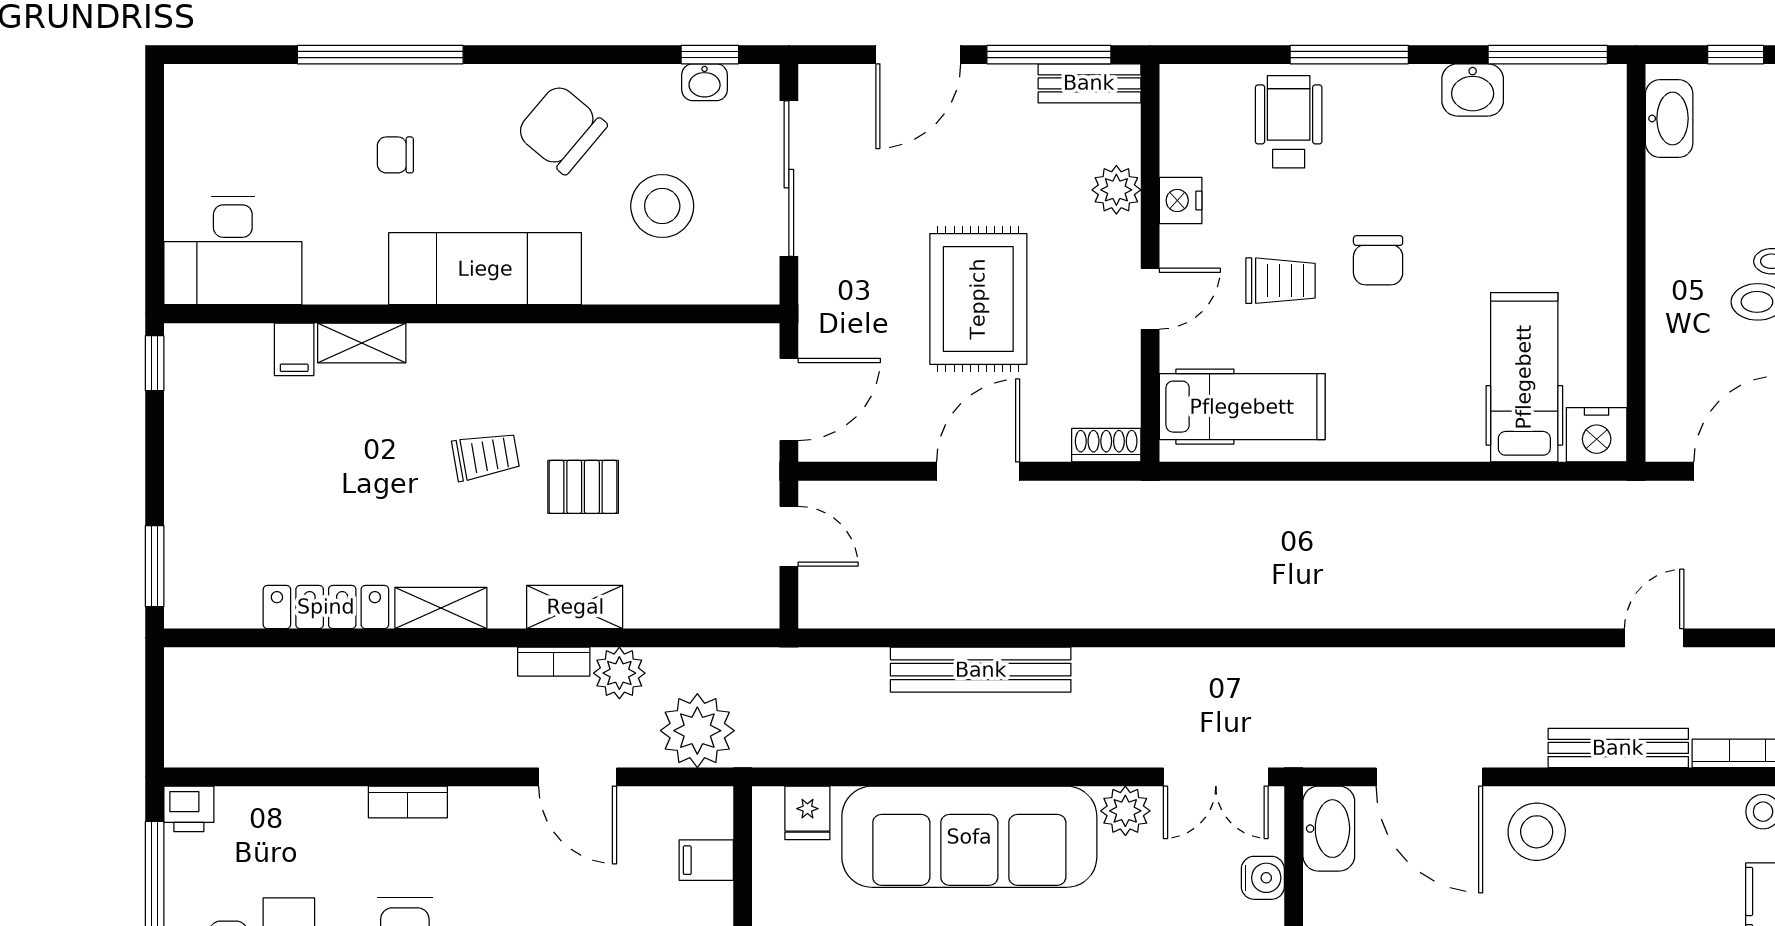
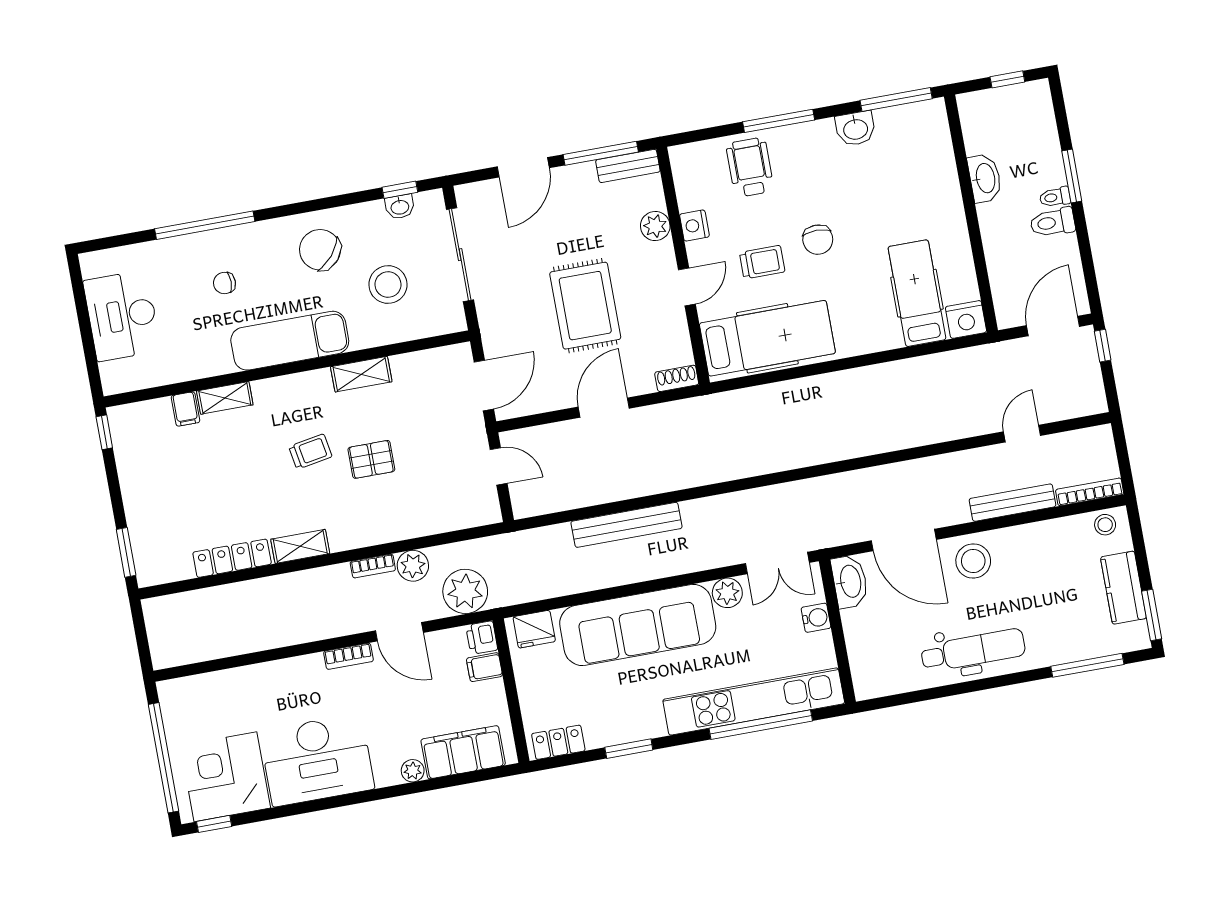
washbasin: (1669, 119) -> (985, 178), moved
desk: (233, 250) -> (122, 316), moved, turned 90
hospital bed: (1242, 407) -> (767, 338), width x1.37, depth x1.29
shelving: (575, 607) -> (361, 374), moved
bookcase: (408, 802) -> (348, 656), moved
printer: (189, 809) -> (482, 638), moved, turned 90
fridge: (807, 813) -> (534, 629), width x1.38

